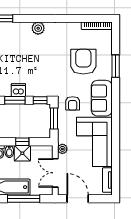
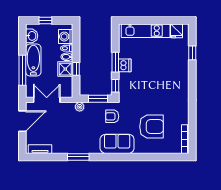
plant: (38, 28) -> (183, 84), removed
window: (116, 66) -> (78, 157), moved
corner sofa: (94, 142) -> (76, 137), removed
plant: (62, 149) -> (80, 107), moved

